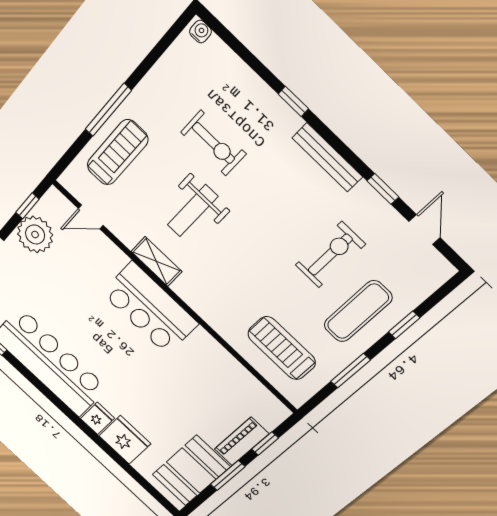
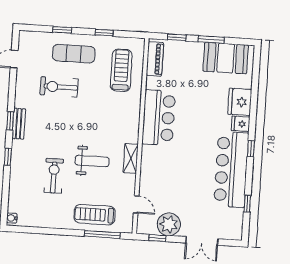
window: (108, 110) -> (102, 234), moved
bench: (327, 157) -> (19, 124), width x0.73
window: (383, 189) -> (10, 121), moved
bar counter: (150, 308) -> (159, 118), moved
treadmill: (282, 348) -> (121, 70), turned 180
window: (350, 371) -> (104, 33), width x0.67
window: (58, 403) -> (251, 149), added
piano: (242, 441) -> (155, 59), moved, turned -90

